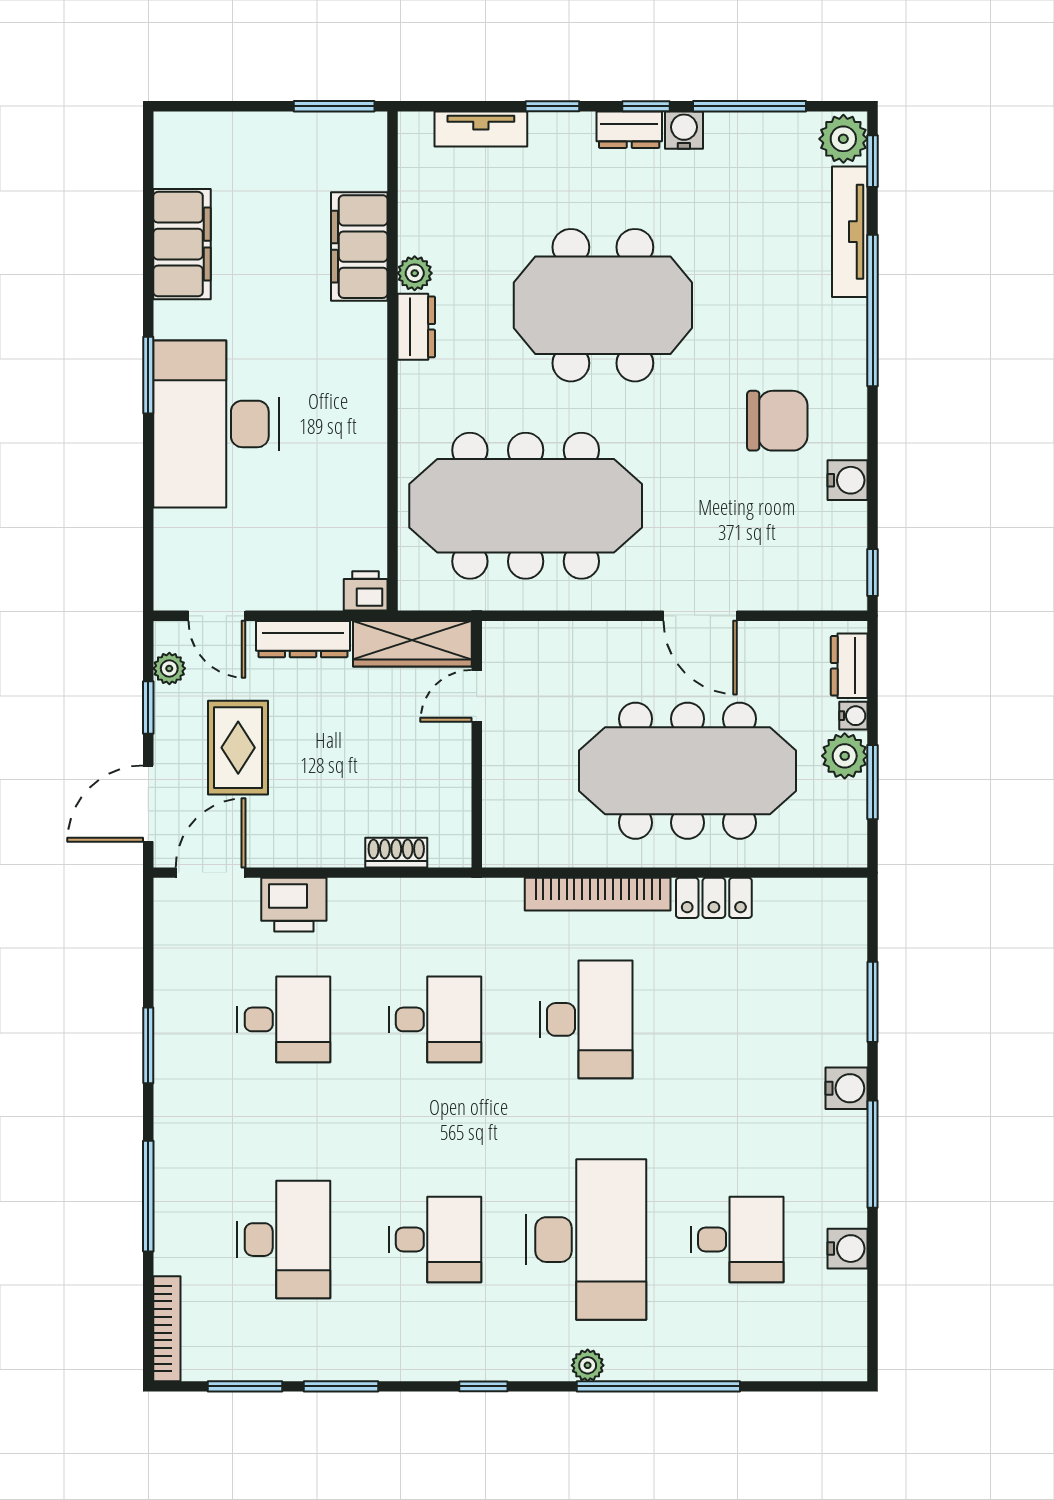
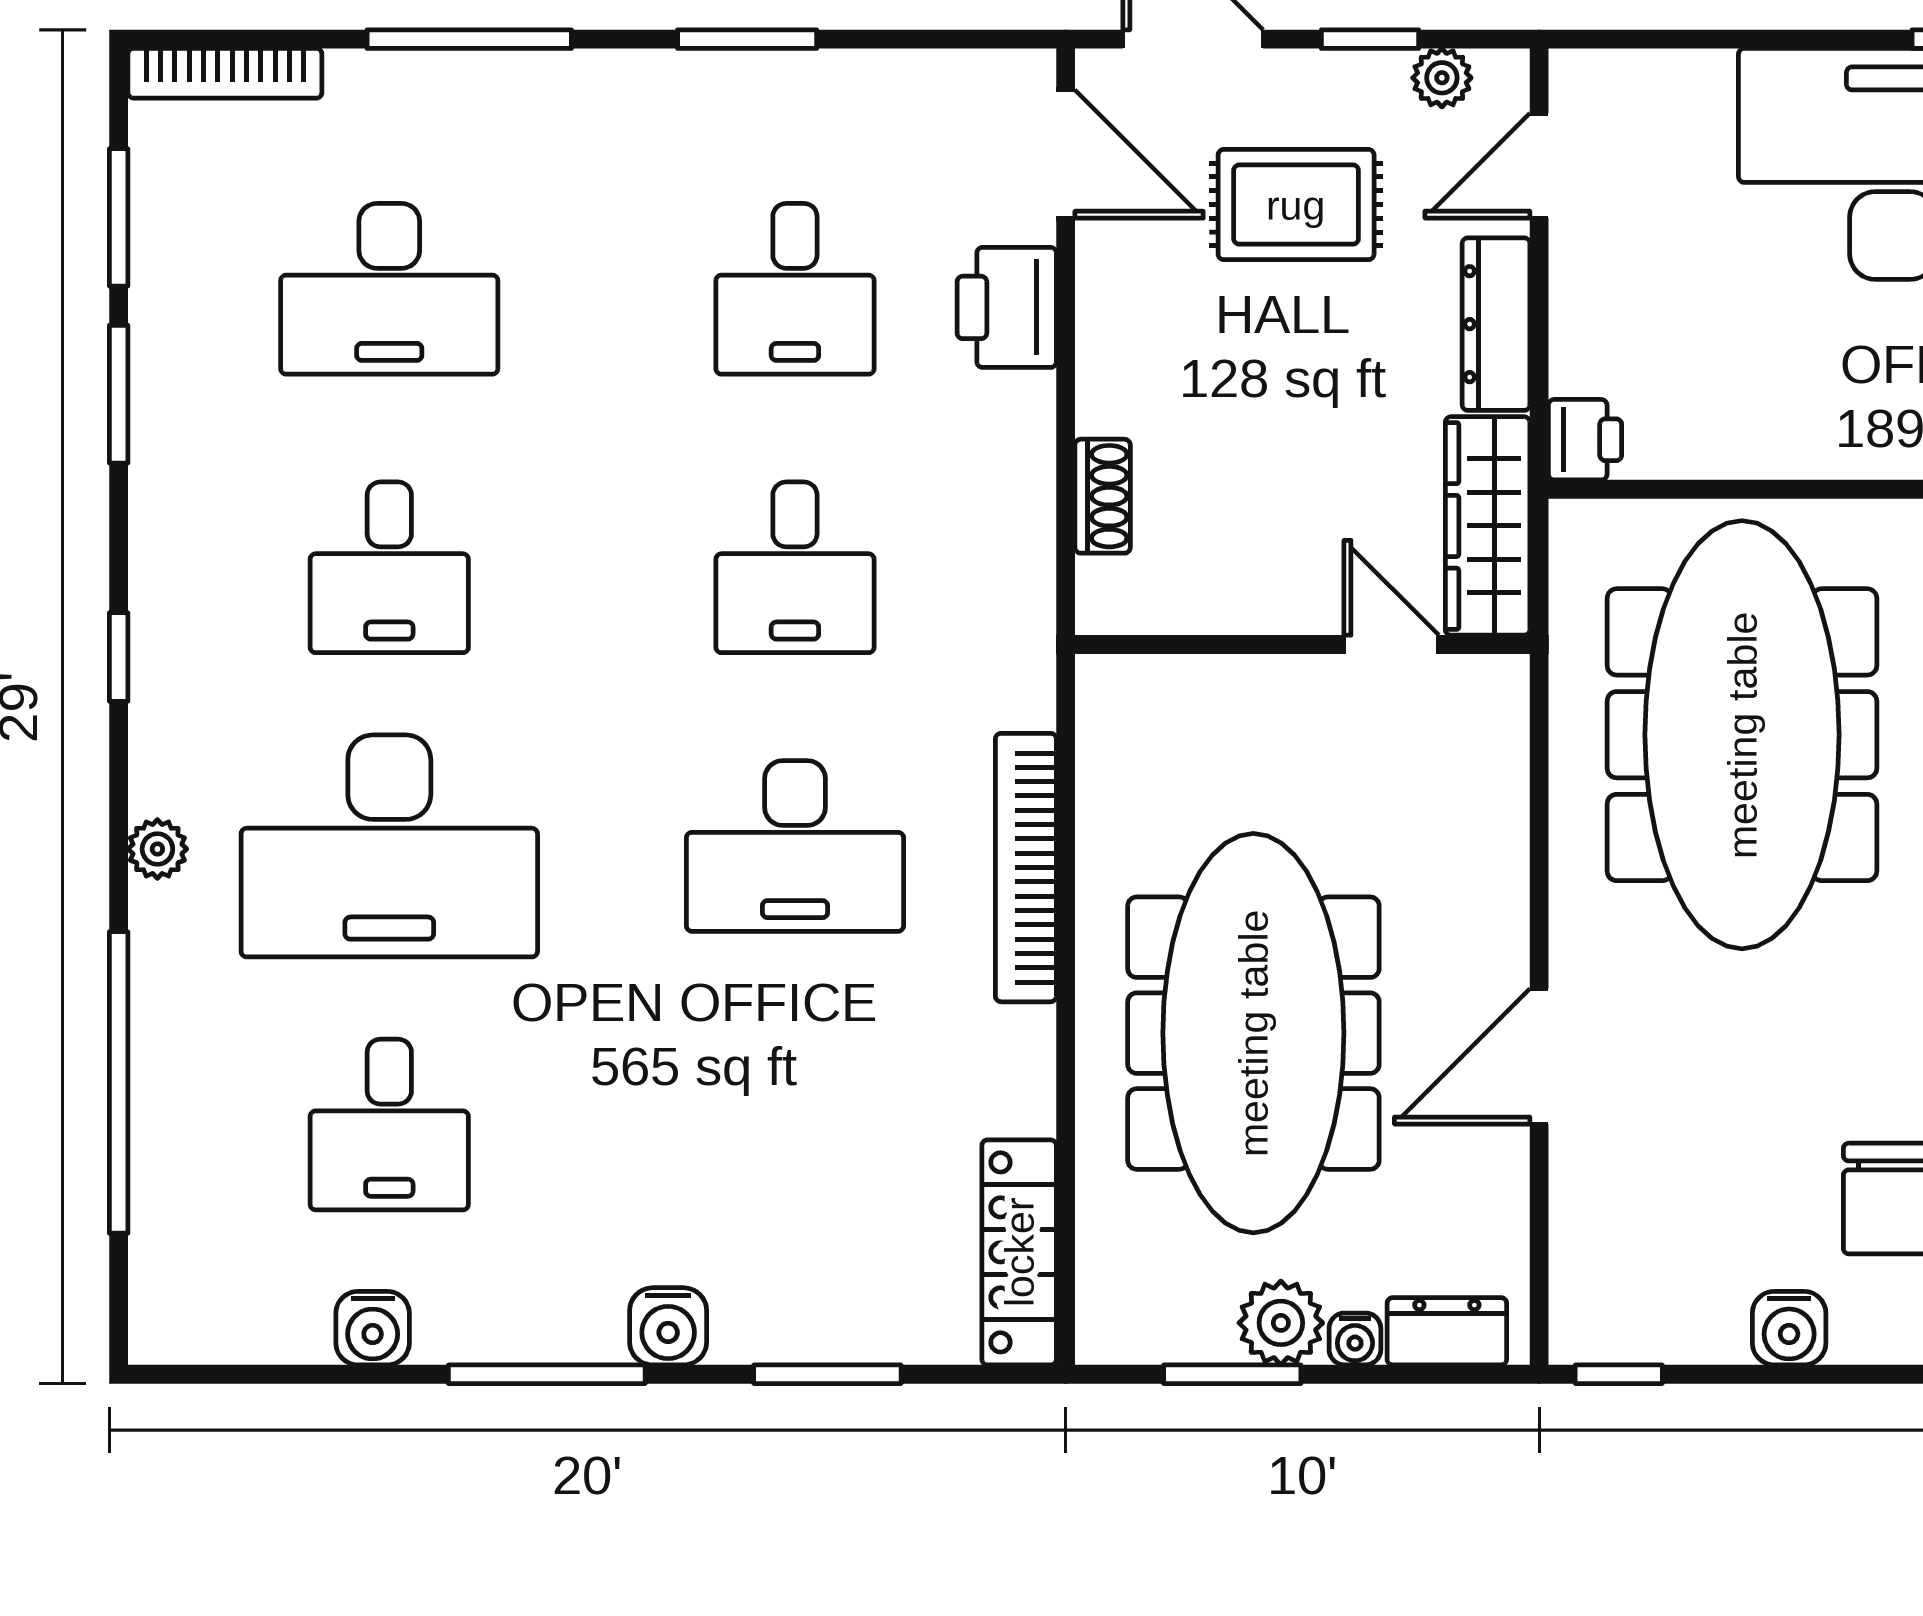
locker: (714, 898) -> (1019, 1252), moved, width x1.53
window: (658, 1386) -> (119, 1082), moved

